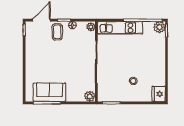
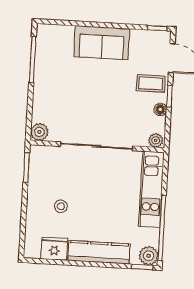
kitchen counter: (159, 57) -> (99, 252), added
sofa: (49, 92) -> (102, 43), moved, turned 90
fridge: (159, 94) -> (54, 249), moved

